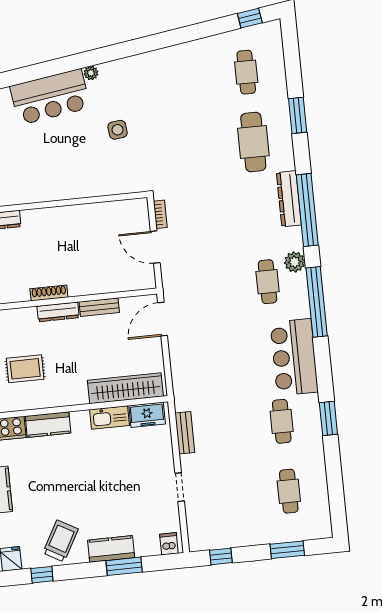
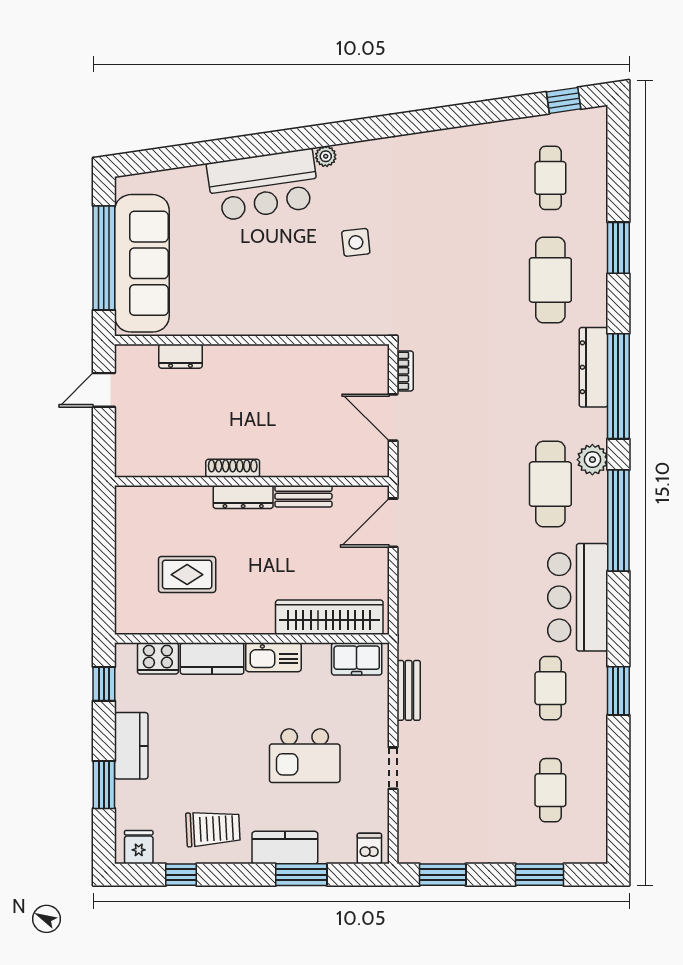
cafe table: (268, 282) -> (550, 484), width x1.37, depth x1.35
kitchen sink: (110, 417) -> (273, 657), moved
kitchen island: (118, 485) -> (305, 756), added
trolley: (61, 541) -> (213, 829), turned 58
window: (221, 556) -> (443, 875), width x1.50

